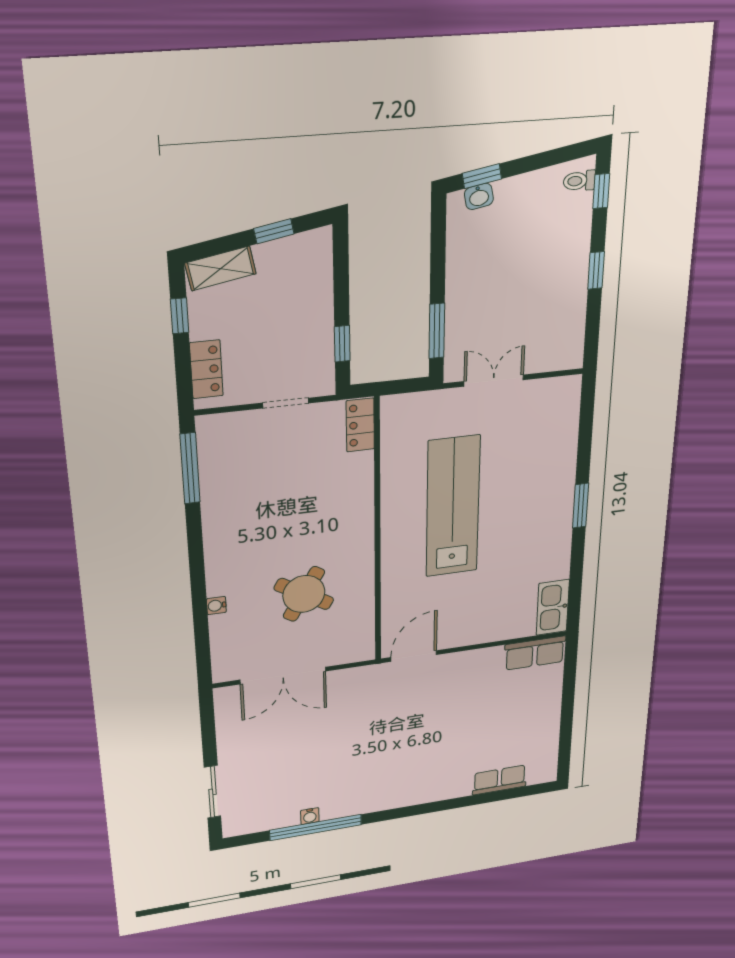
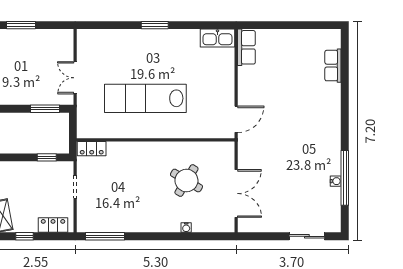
window: (596, 270) -> (21, 25), width x1.50
door: (414, 656) -> (236, 119), swing flipped

